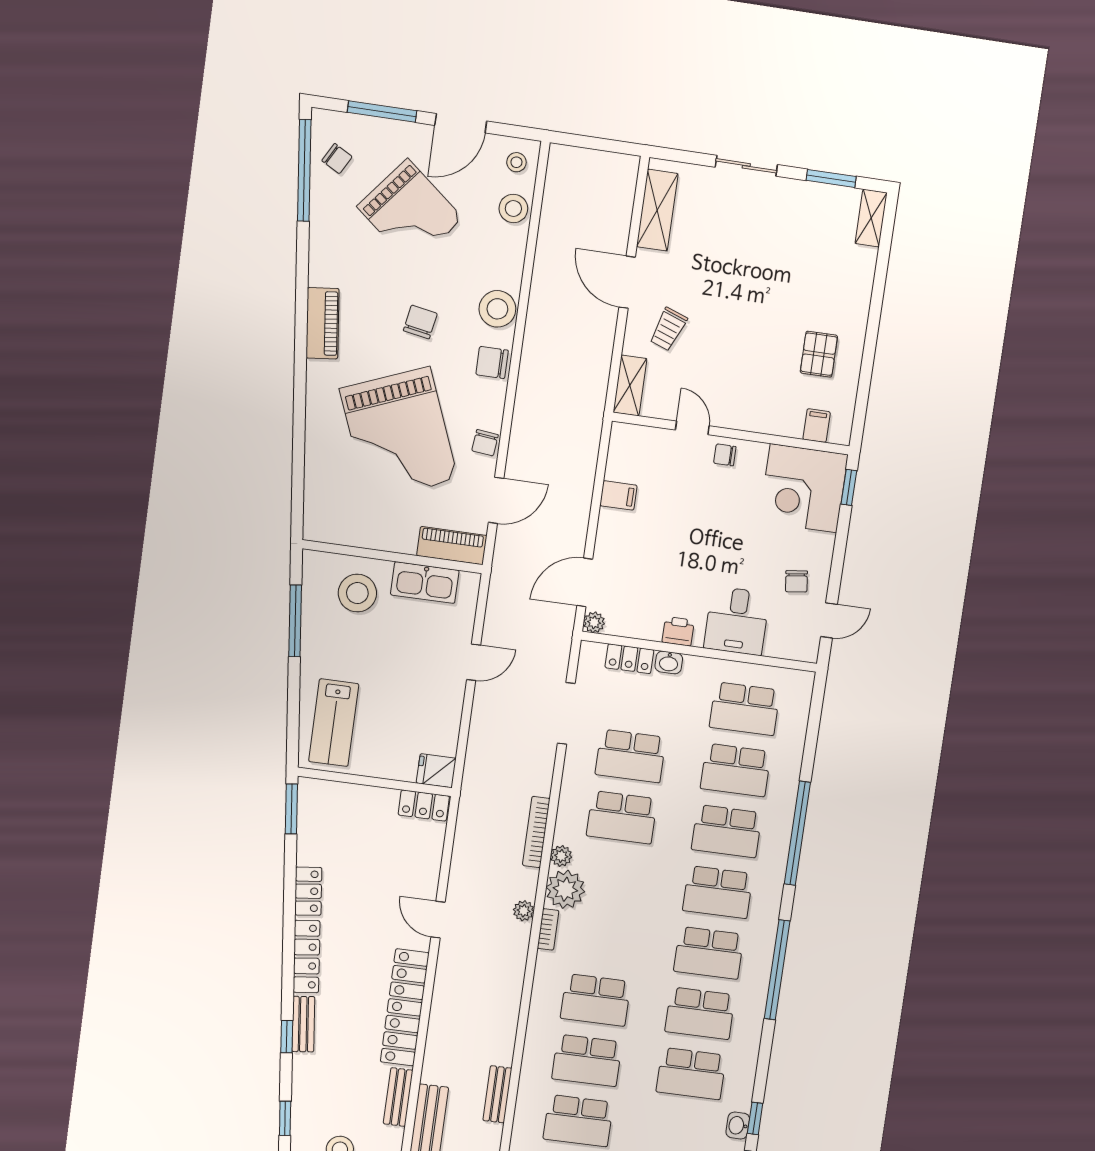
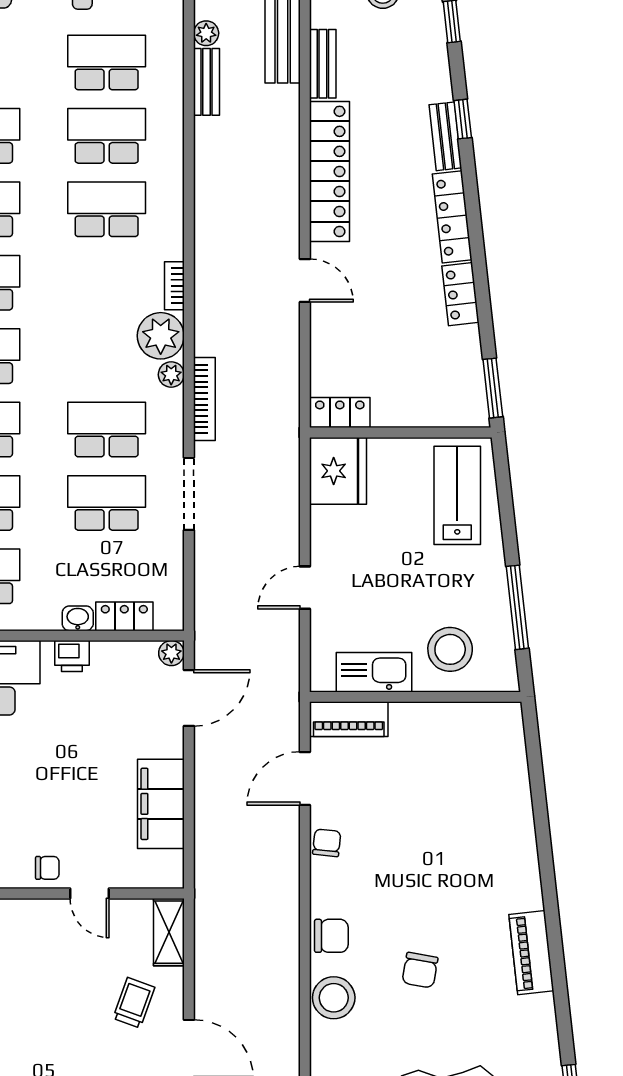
grand piano: (399, 434) -> (427, 839), removed
filing cabinet: (618, 495) -> (161, 804), width x3.00, depth x1.17
doorway: (566, 713) -> (189, 494), moved
fridge: (436, 771) -> (338, 471), width x1.88, depth x1.34
plant: (524, 911) -> (206, 33), moved

